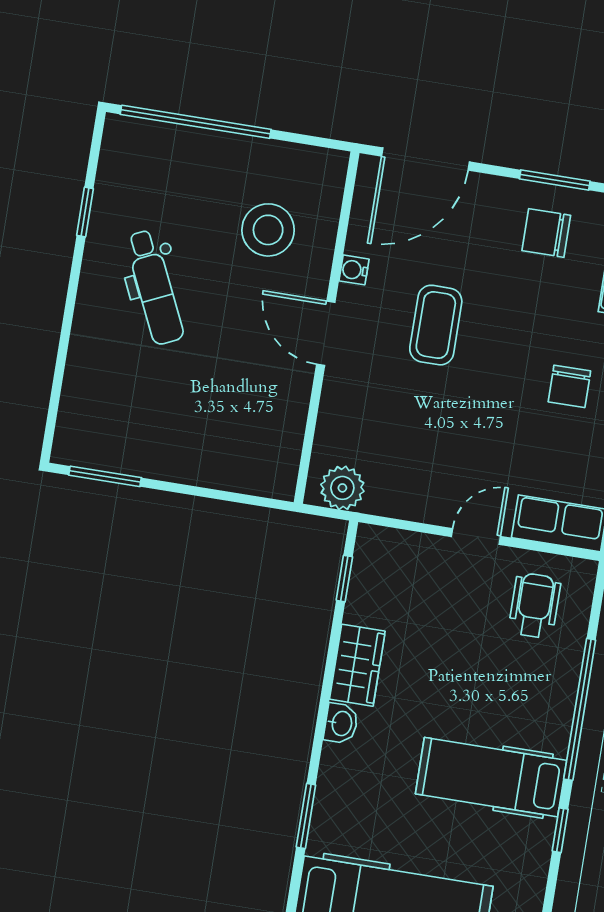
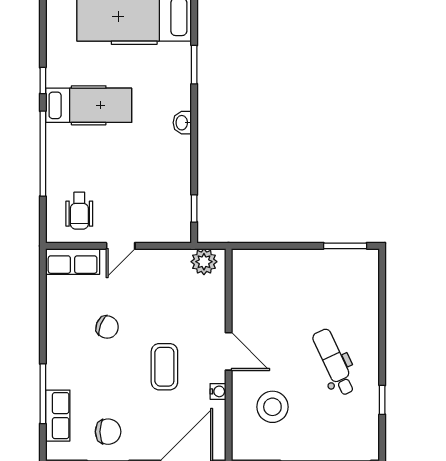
chair: (569, 386) -> (107, 327), moved, turned 112
wardrobe: (357, 665) -> (178, 159), removed

